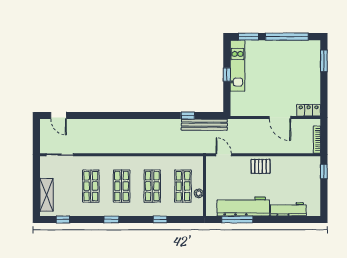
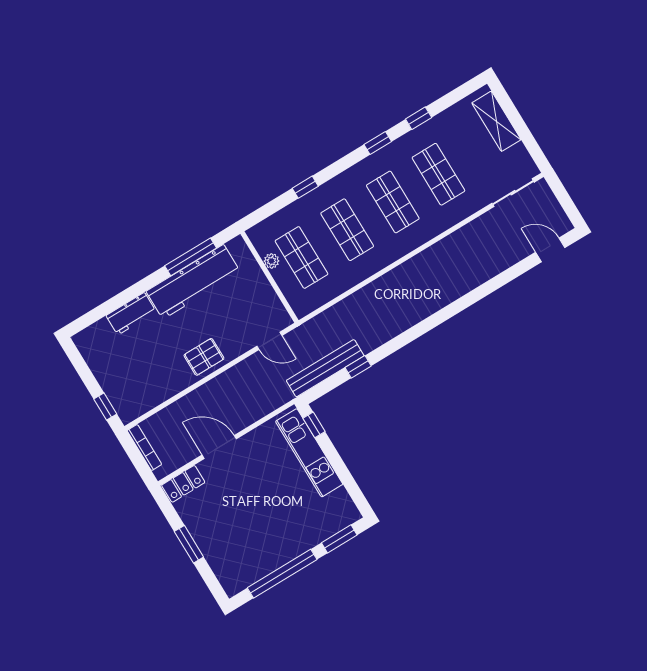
window: (324, 61) -> (189, 544), moved
kitchen unit: (237, 66) -> (309, 453), moved
window: (227, 75) -> (314, 425), moved
workbench: (288, 209) -> (131, 314), width x0.73
window: (63, 219) -> (419, 118), moved

